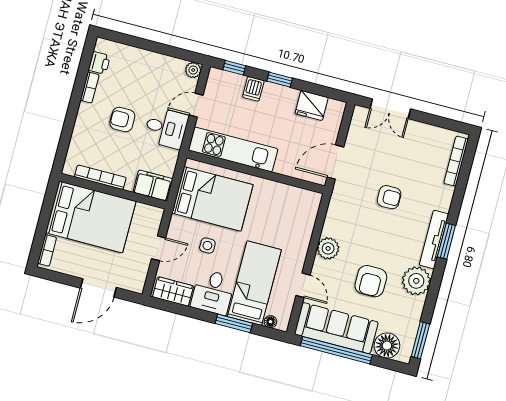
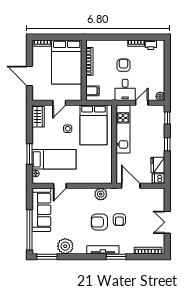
dishwasher: (253, 89) -> (159, 178), moved
door: (196, 105) -> (142, 103), hinge flipped
double door: (390, 109) -> (167, 222), moved
filing cabinet: (153, 185) -> (92, 91), width x0.50
window: (446, 241) -> (116, 257), moved
door: (159, 248) -> (59, 103), hinge flipped
plant: (328, 248) -> (101, 194), moved
armchair: (371, 281) -> (99, 222), moved
plant: (416, 281) -> (65, 246), moved
desk: (213, 292) -> (43, 138), removed
floor lamp: (387, 345) -> (39, 239), removed
window: (336, 350) -> (30, 230), moved

